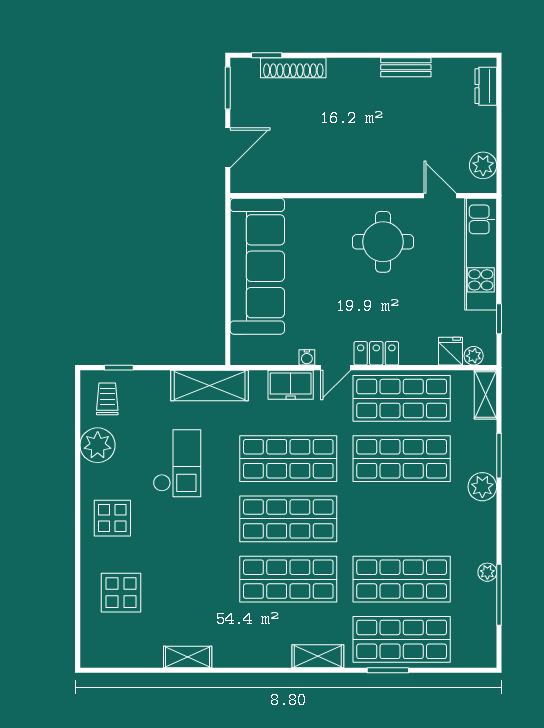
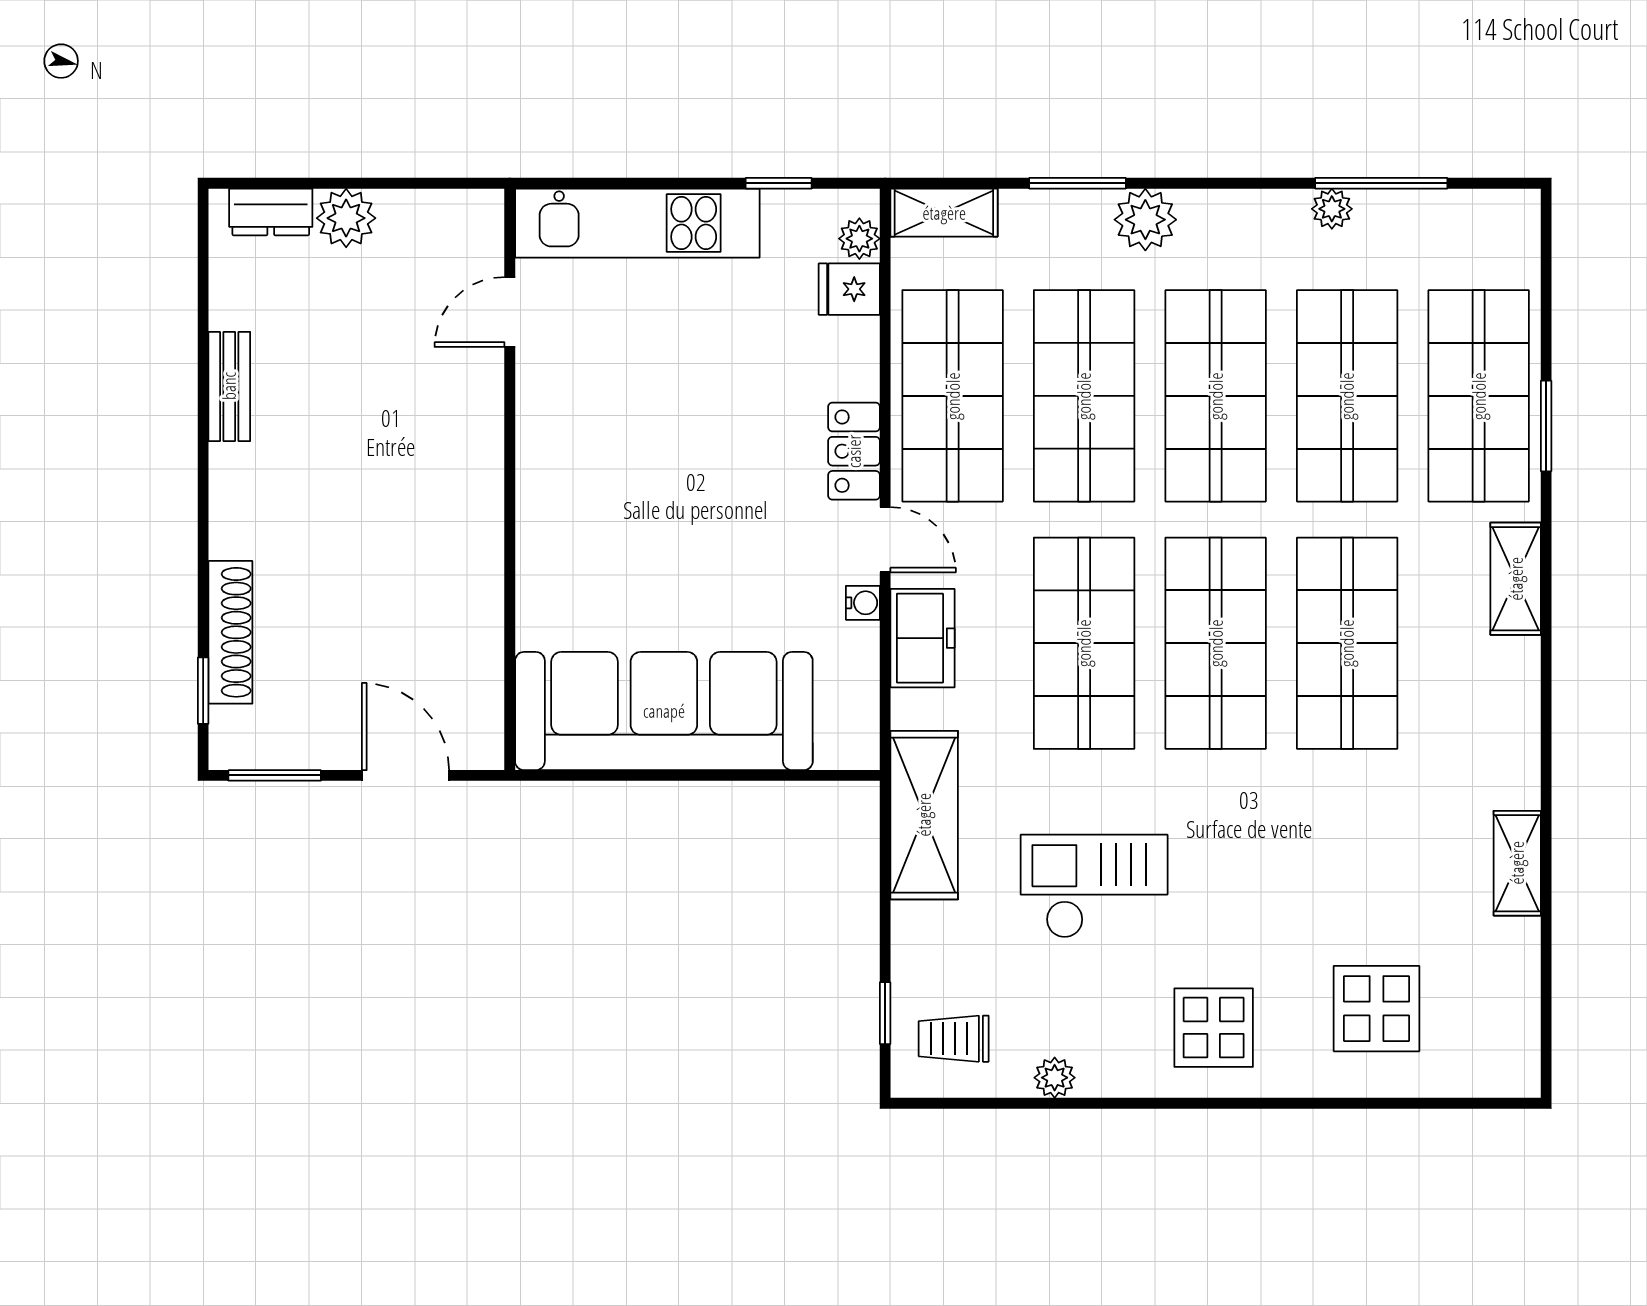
plant: (483, 165) -> (346, 218), moved
round table: (383, 242) -> (611, 436), removed
plant: (98, 445) -> (1055, 1078), width x0.53, depth x0.53
shop shelf: (402, 519) -> (1216, 396), added

